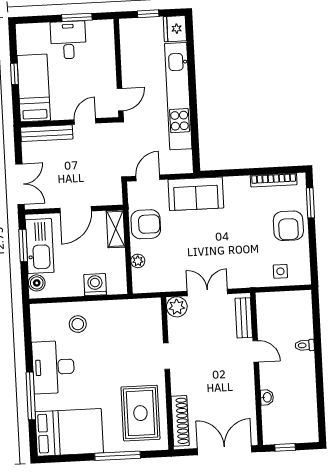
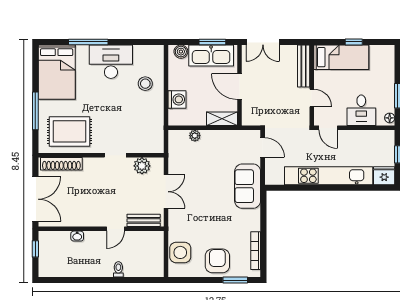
floor lamp: (104, 26) -> (390, 118), added
desk: (68, 40) -> (361, 110), moved, turned 90
armchair: (146, 224) -> (225, 144), removed
armchair: (288, 226) -> (217, 261), turned 90
side table: (280, 271) -> (180, 252), width x1.87, depth x1.87
plant: (177, 307) -> (142, 166), moved

